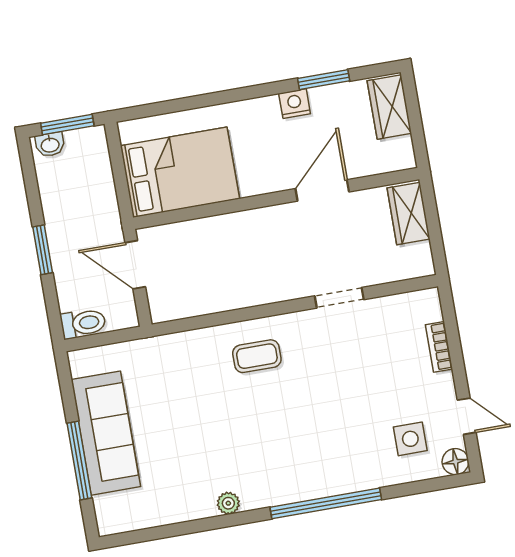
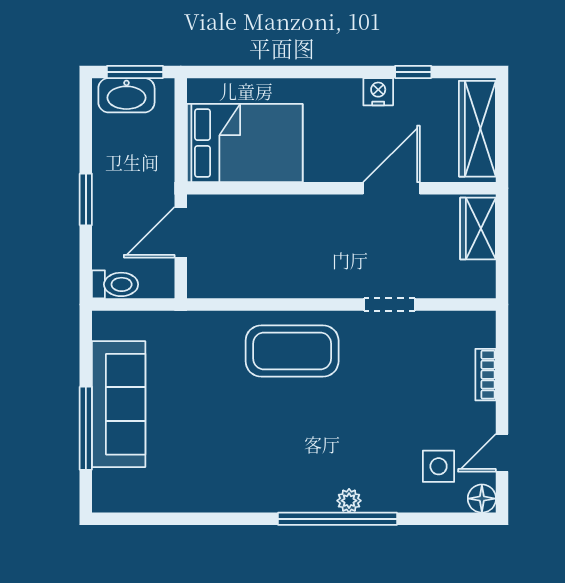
window: (324, 80) -> (413, 72), width x0.67
wardrobe: (389, 107) -> (477, 129), width x1.50
washbasin: (50, 145) -> (126, 95), width x1.91, depth x1.45
door: (135, 265) -> (181, 232), hinge flipped
coffee table: (257, 356) -> (292, 351), width x1.86, depth x1.72
door: (467, 416) -> (502, 453), swing flipped
plant: (228, 503) -> (349, 501), moved

